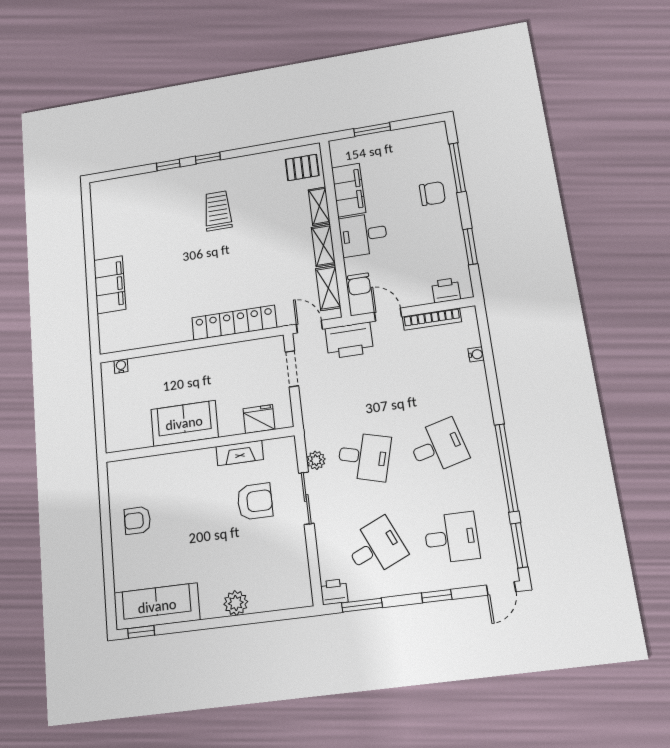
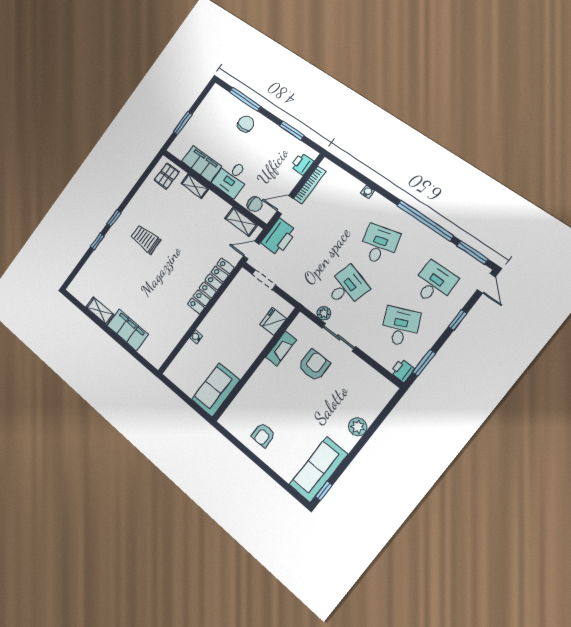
shelving: (323, 245) -> (100, 311), moved
water cooler: (476, 354) -> (368, 192), moved
water cooler: (121, 366) -> (196, 337), moved
sofa: (184, 423) -> (216, 390), moved

